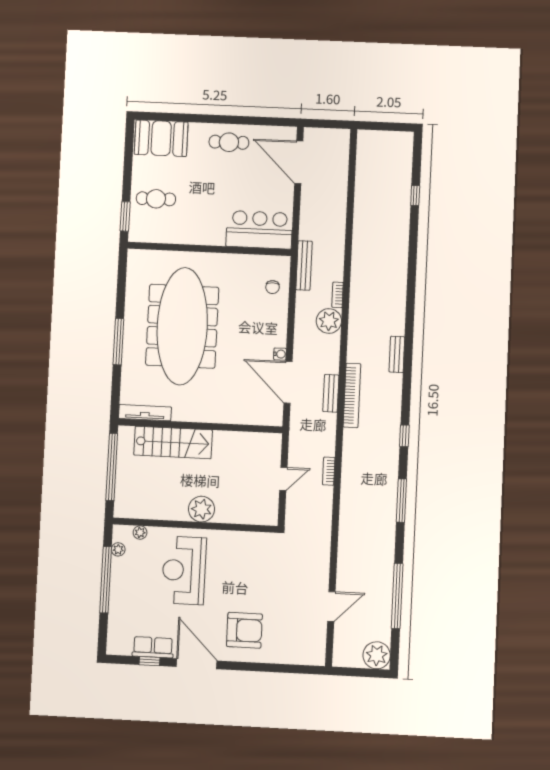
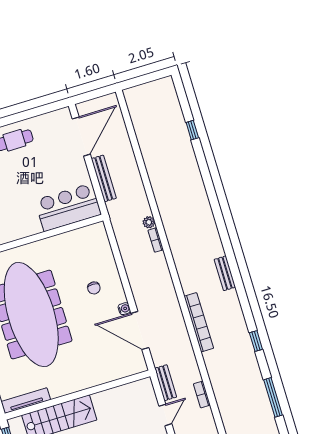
door: (299, 162) -> (81, 137), swing flipped
bench: (304, 265) -> (104, 178), moved
chair: (273, 287) -> (94, 288), moved
plant: (329, 321) -> (149, 222), moved, width x0.53, depth x0.53
bench: (331, 393) -> (166, 383), moved

